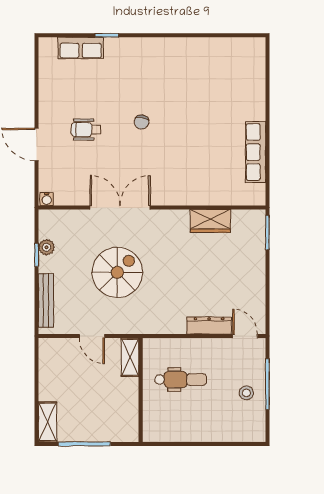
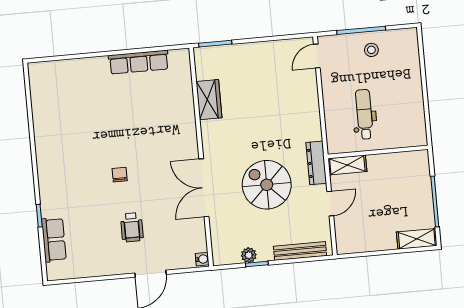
chair: (141, 122) -> (120, 175), turned -101
dresser: (209, 326) -> (316, 163), moved

